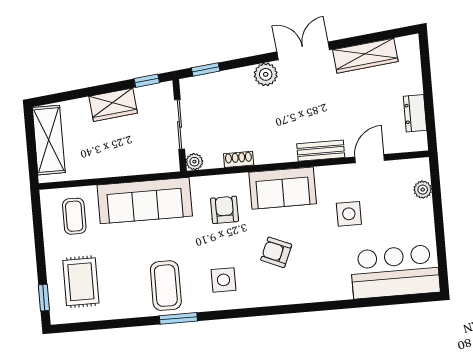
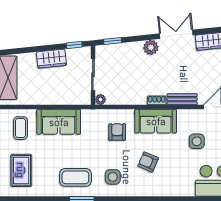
shoe rack: (239, 159) -> (157, 100), moved
sofa: (145, 201) -> (59, 122), width x0.73
coffee table: (166, 286) -> (75, 177), turned 90

